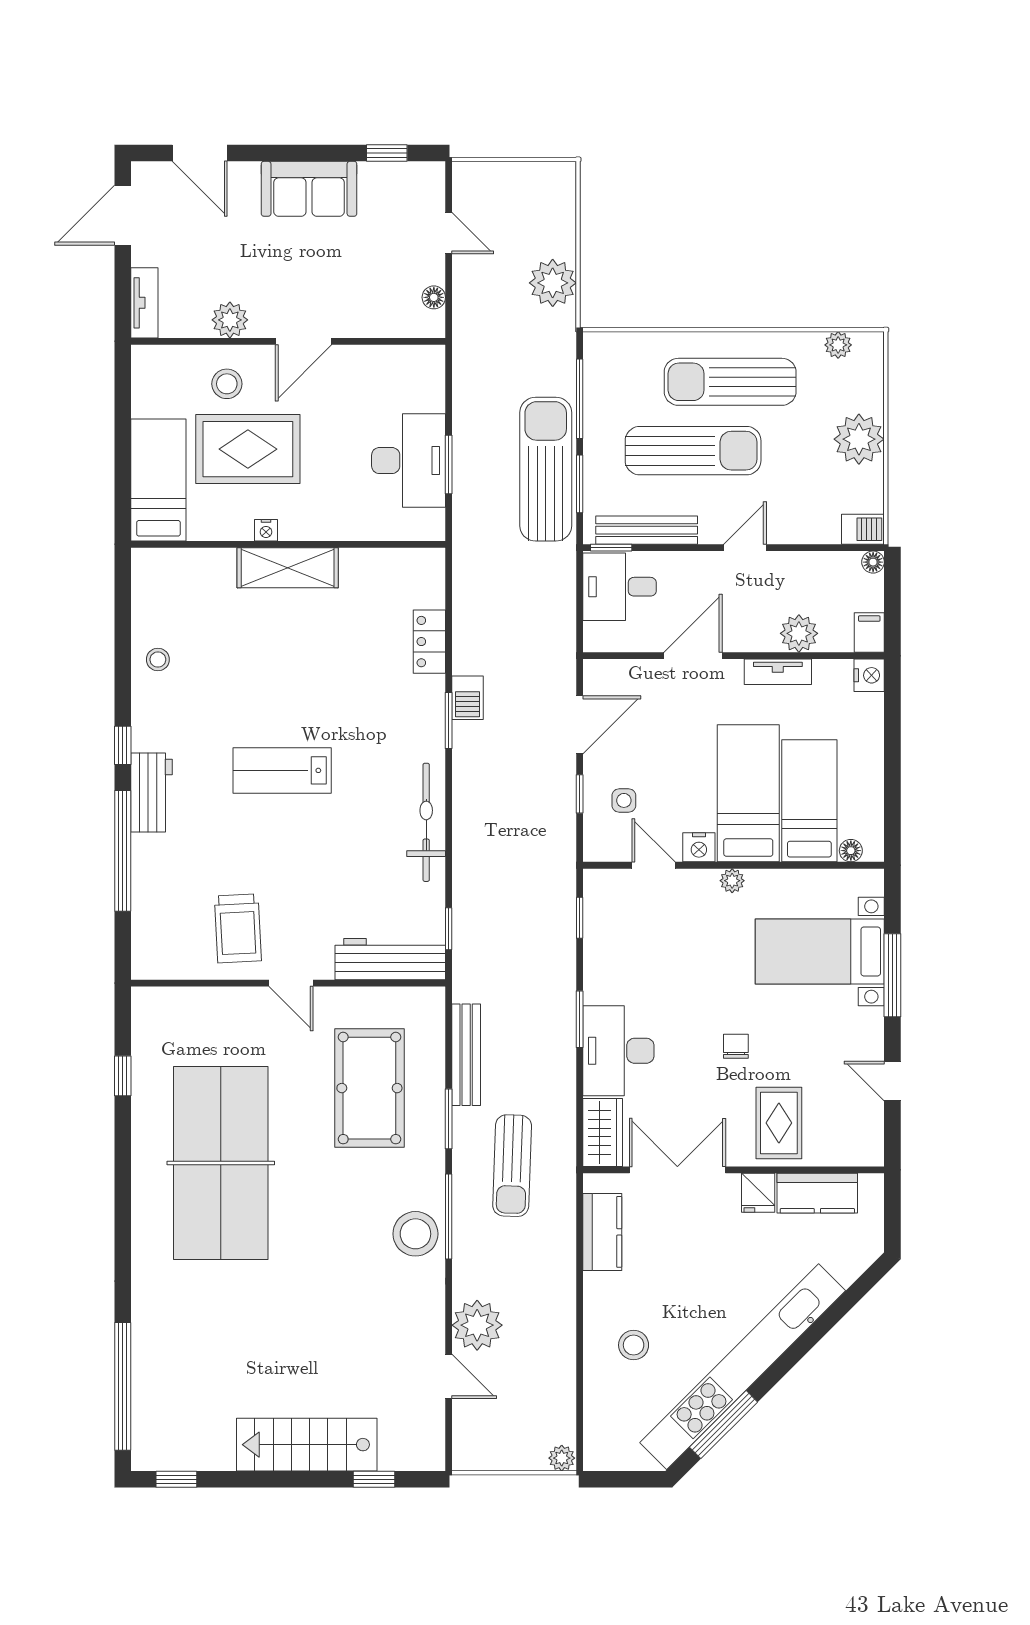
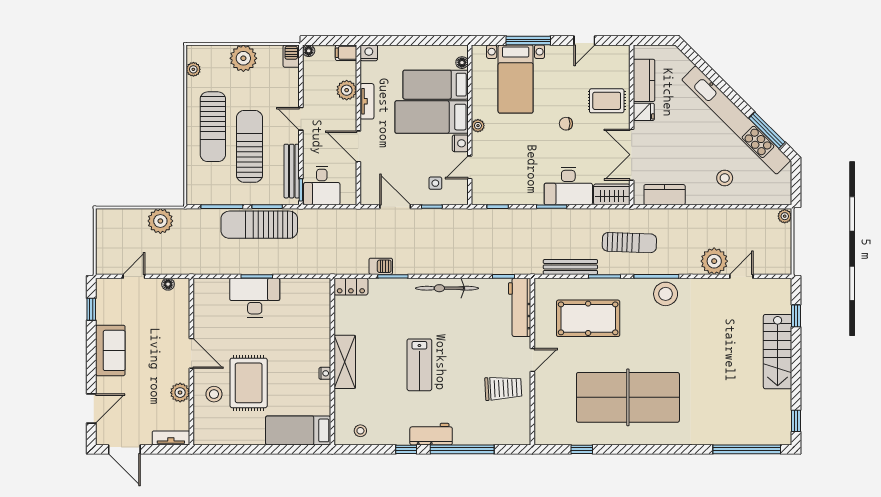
bed: (158, 480) -> (298, 430), moved
nightstand: (266, 530) -> (325, 373), moved
wall: (288, 544) -> (332, 362), moved
shelving: (288, 568) -> (345, 362), moved

